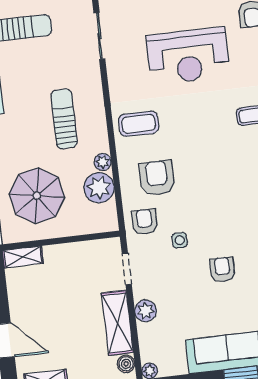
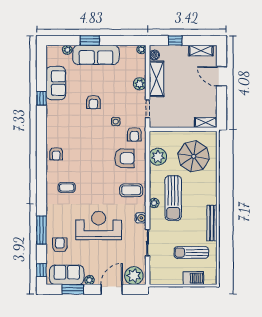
water cooler: (117, 78) -> (141, 218), added
sun lounger: (64, 119) -> (173, 198), width x1.36, depth x1.34
plant: (103, 162) -> (154, 203), moved
armchair: (157, 178) -> (124, 158), turned -90

